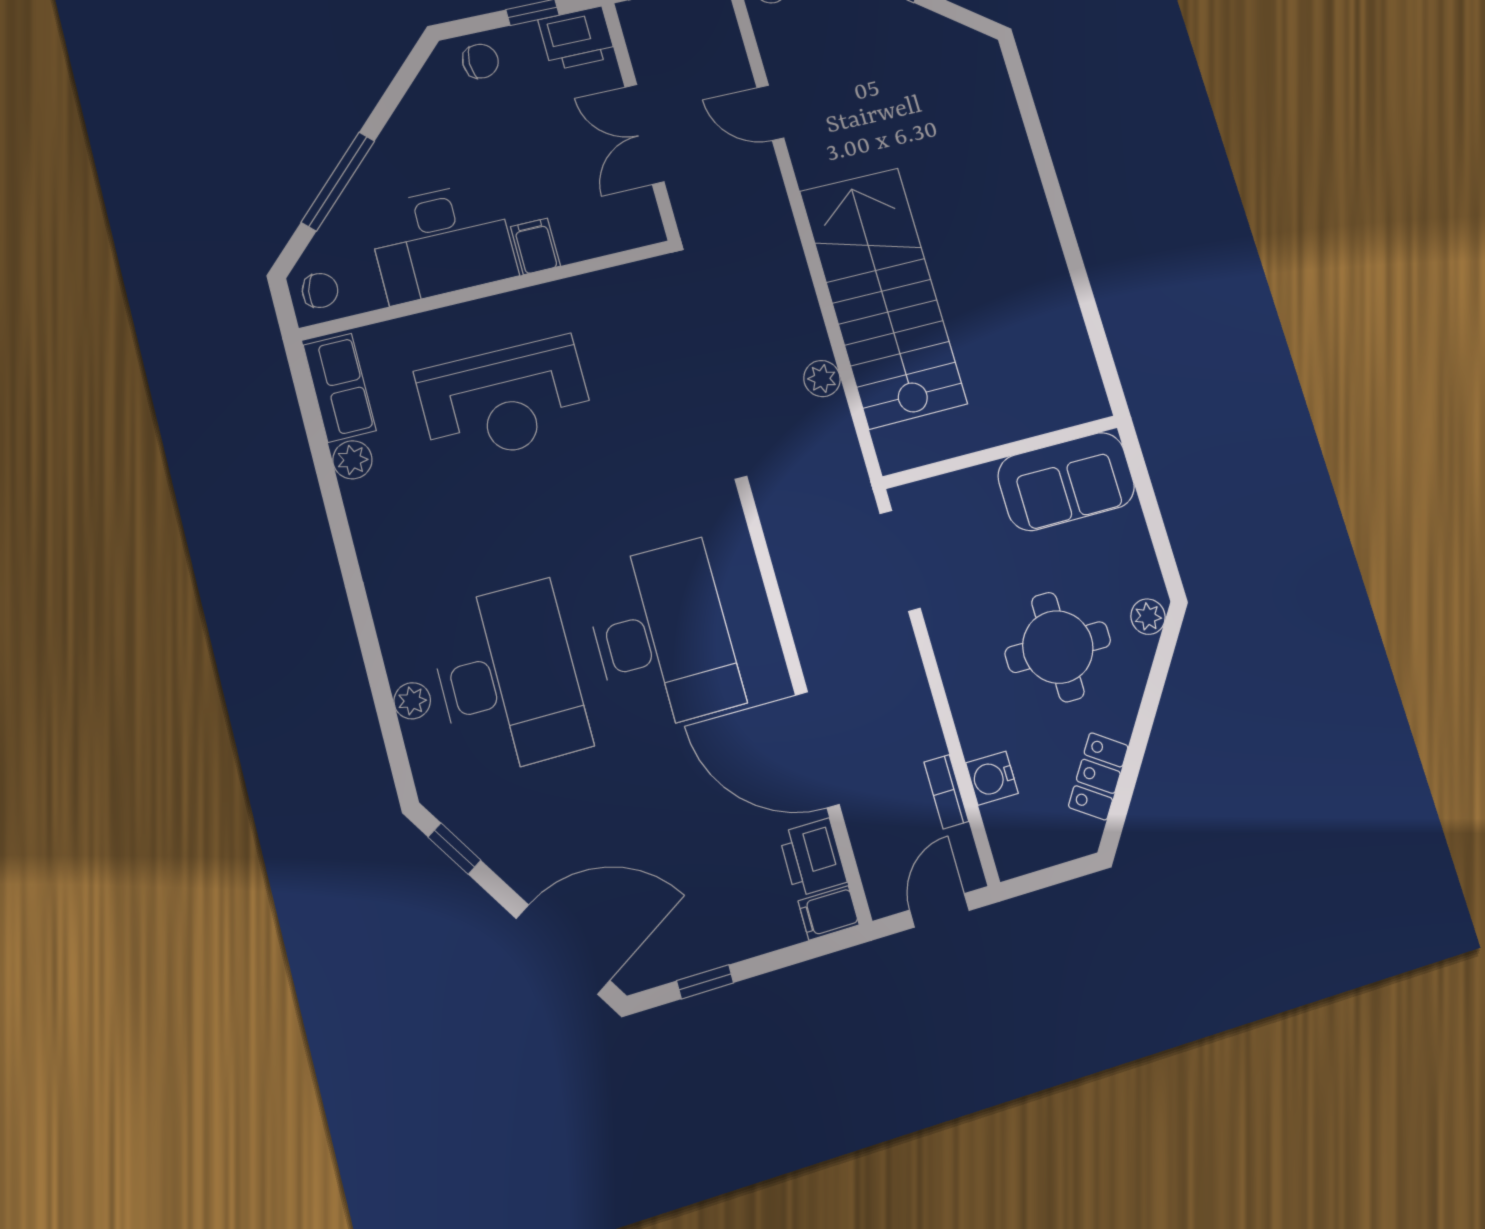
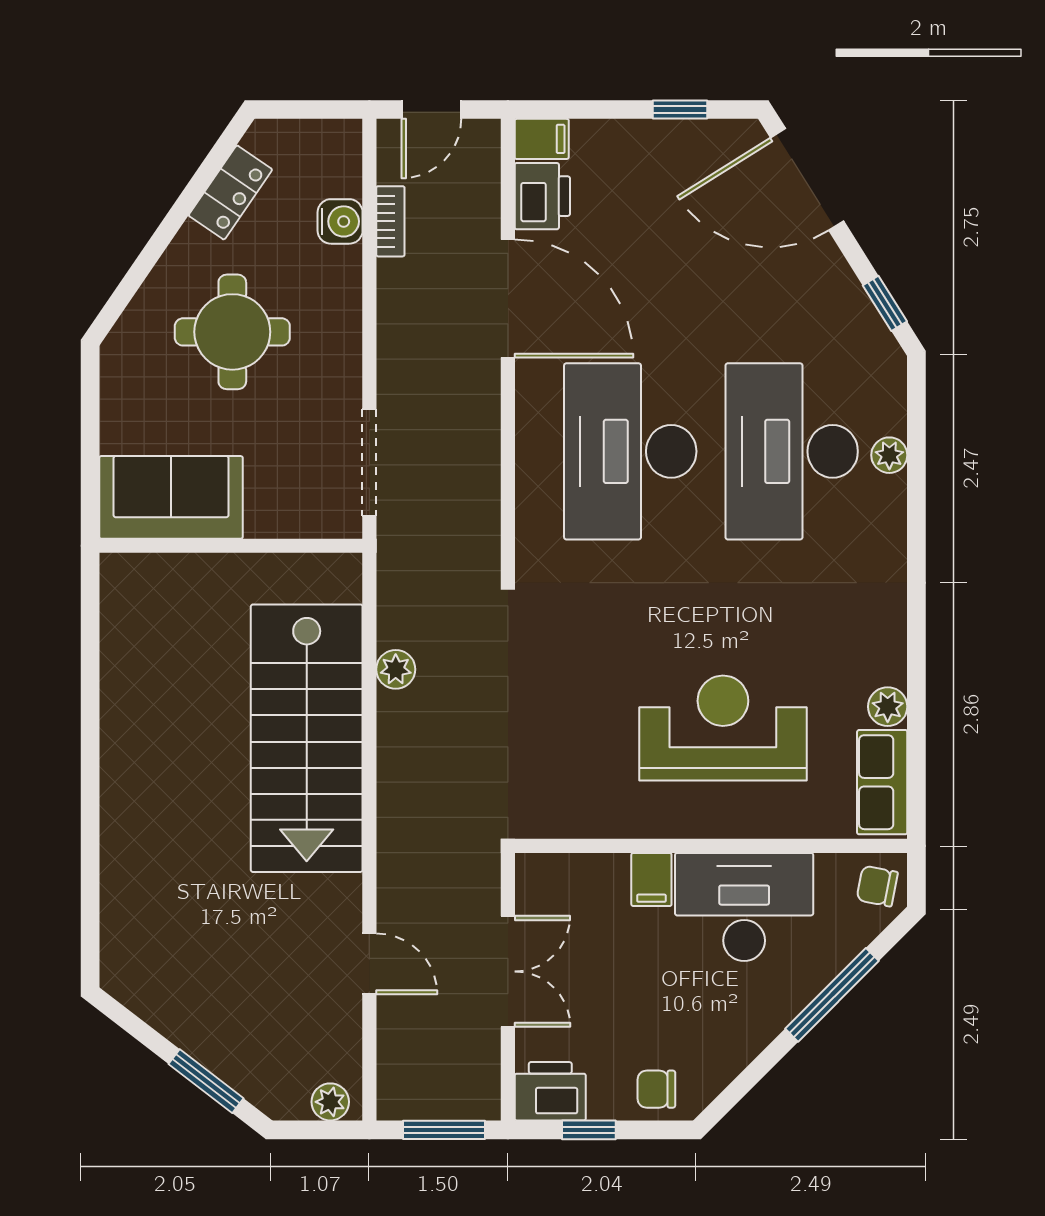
plant: (1148, 617) -> (128, 337), removed

